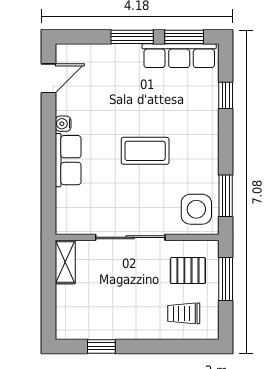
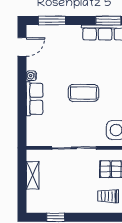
window: (132, 37) -> (52, 20), moved
shelving: (65, 262) -> (33, 175), moved

